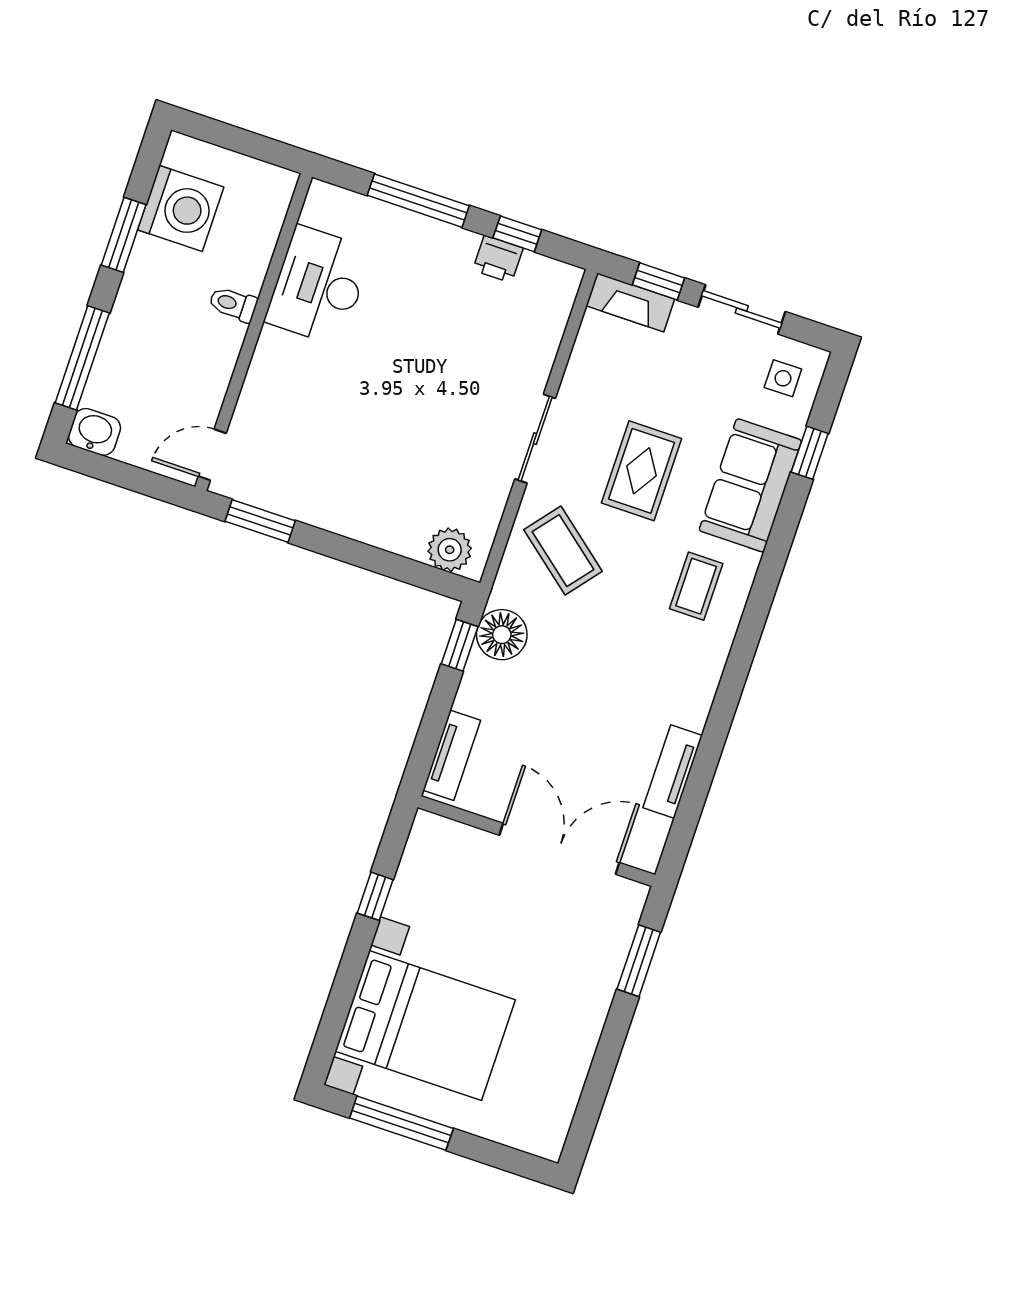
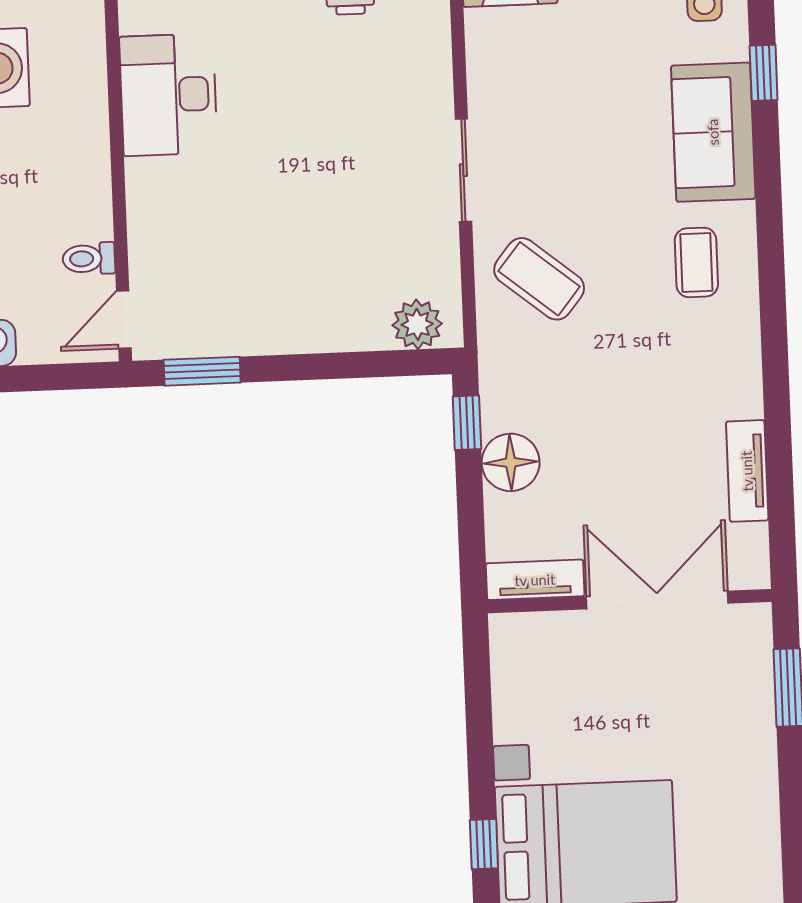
toilet: (233, 304) -> (89, 259), moved
rug: (642, 471) -> (591, 161), removed
floor lamp: (502, 635) -> (511, 462), moved
tv unit: (452, 755) -> (535, 580), moved, turned -90
window: (375, 896) -> (484, 844), moved

